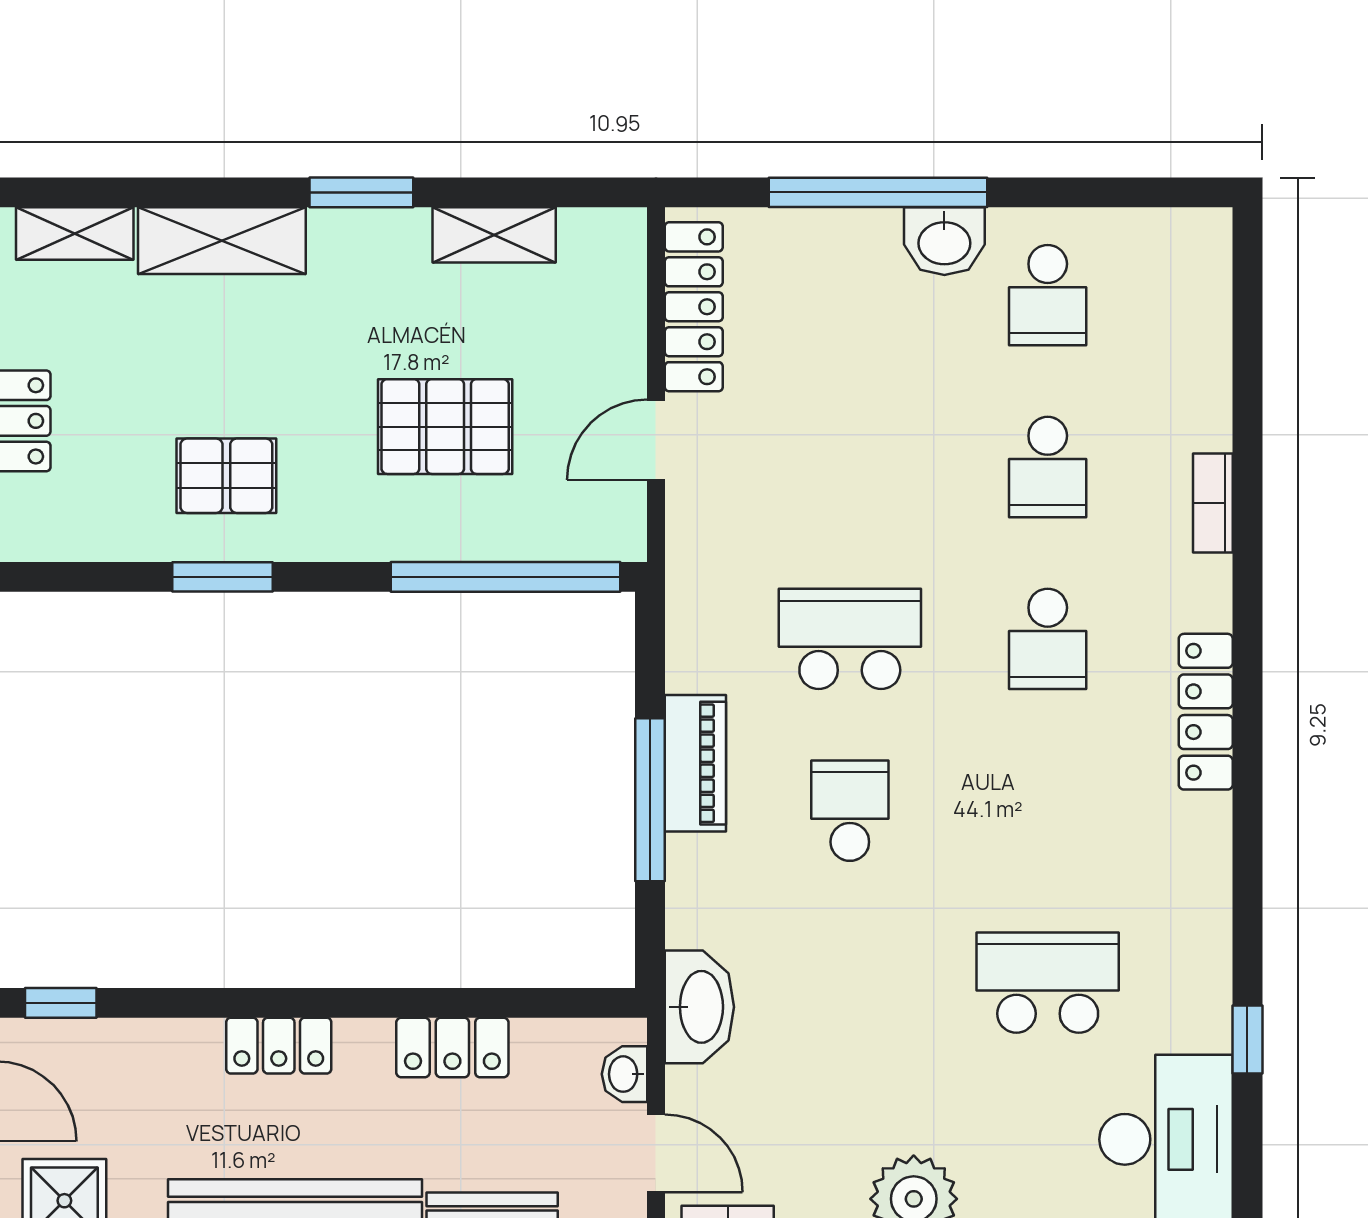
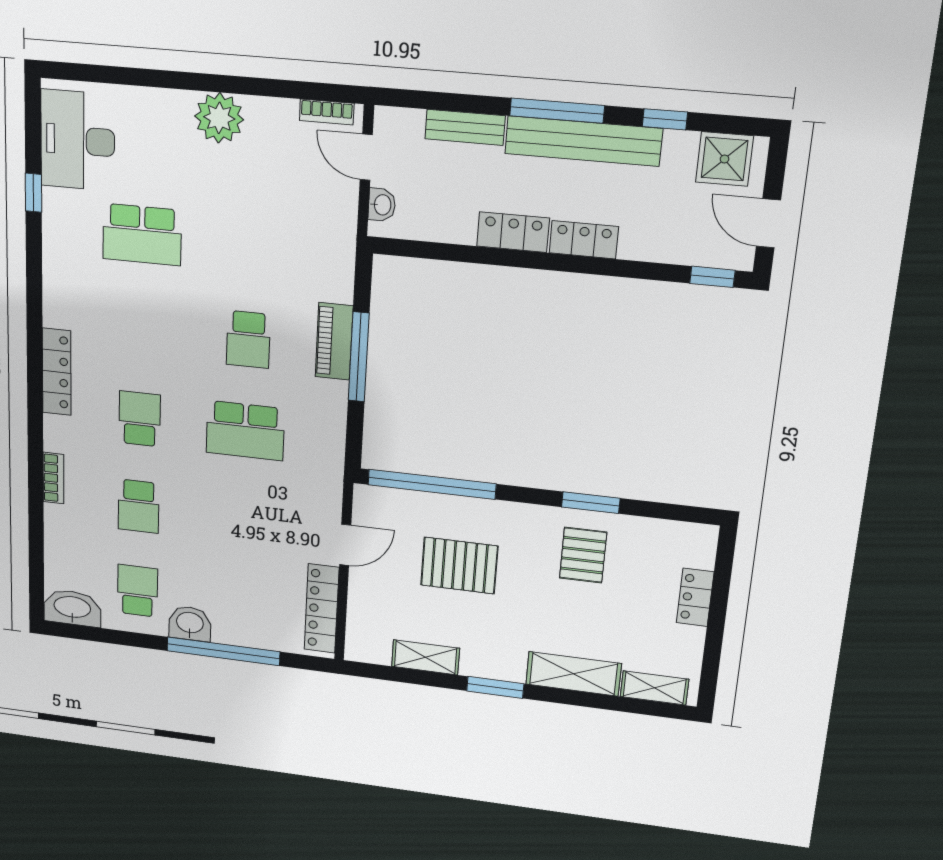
school desk: (1048, 467) -> (139, 506), turned 180
pallet: (226, 476) -> (583, 555), turned 90
piano: (695, 763) -> (334, 341), moved
washbasin: (699, 1007) -> (72, 608), moved, turned 90
locker: (452, 1047) -> (513, 232), moved

